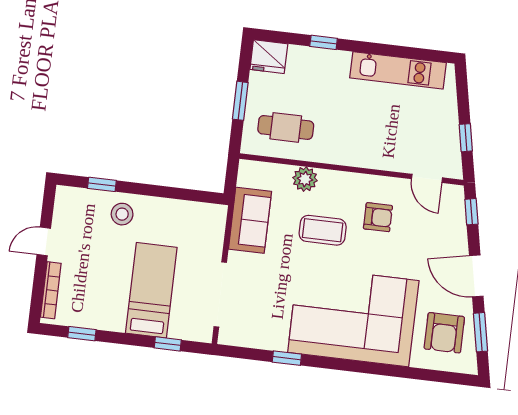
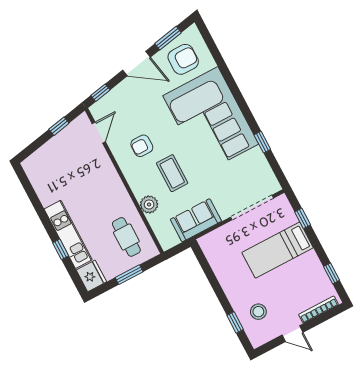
kitchen unit: (398, 70) -> (68, 234), moved
stool: (122, 214) -> (258, 312), moved
armchair: (378, 217) -> (142, 146), turned -90
door: (476, 276) -> (136, 64), hinge flipped

